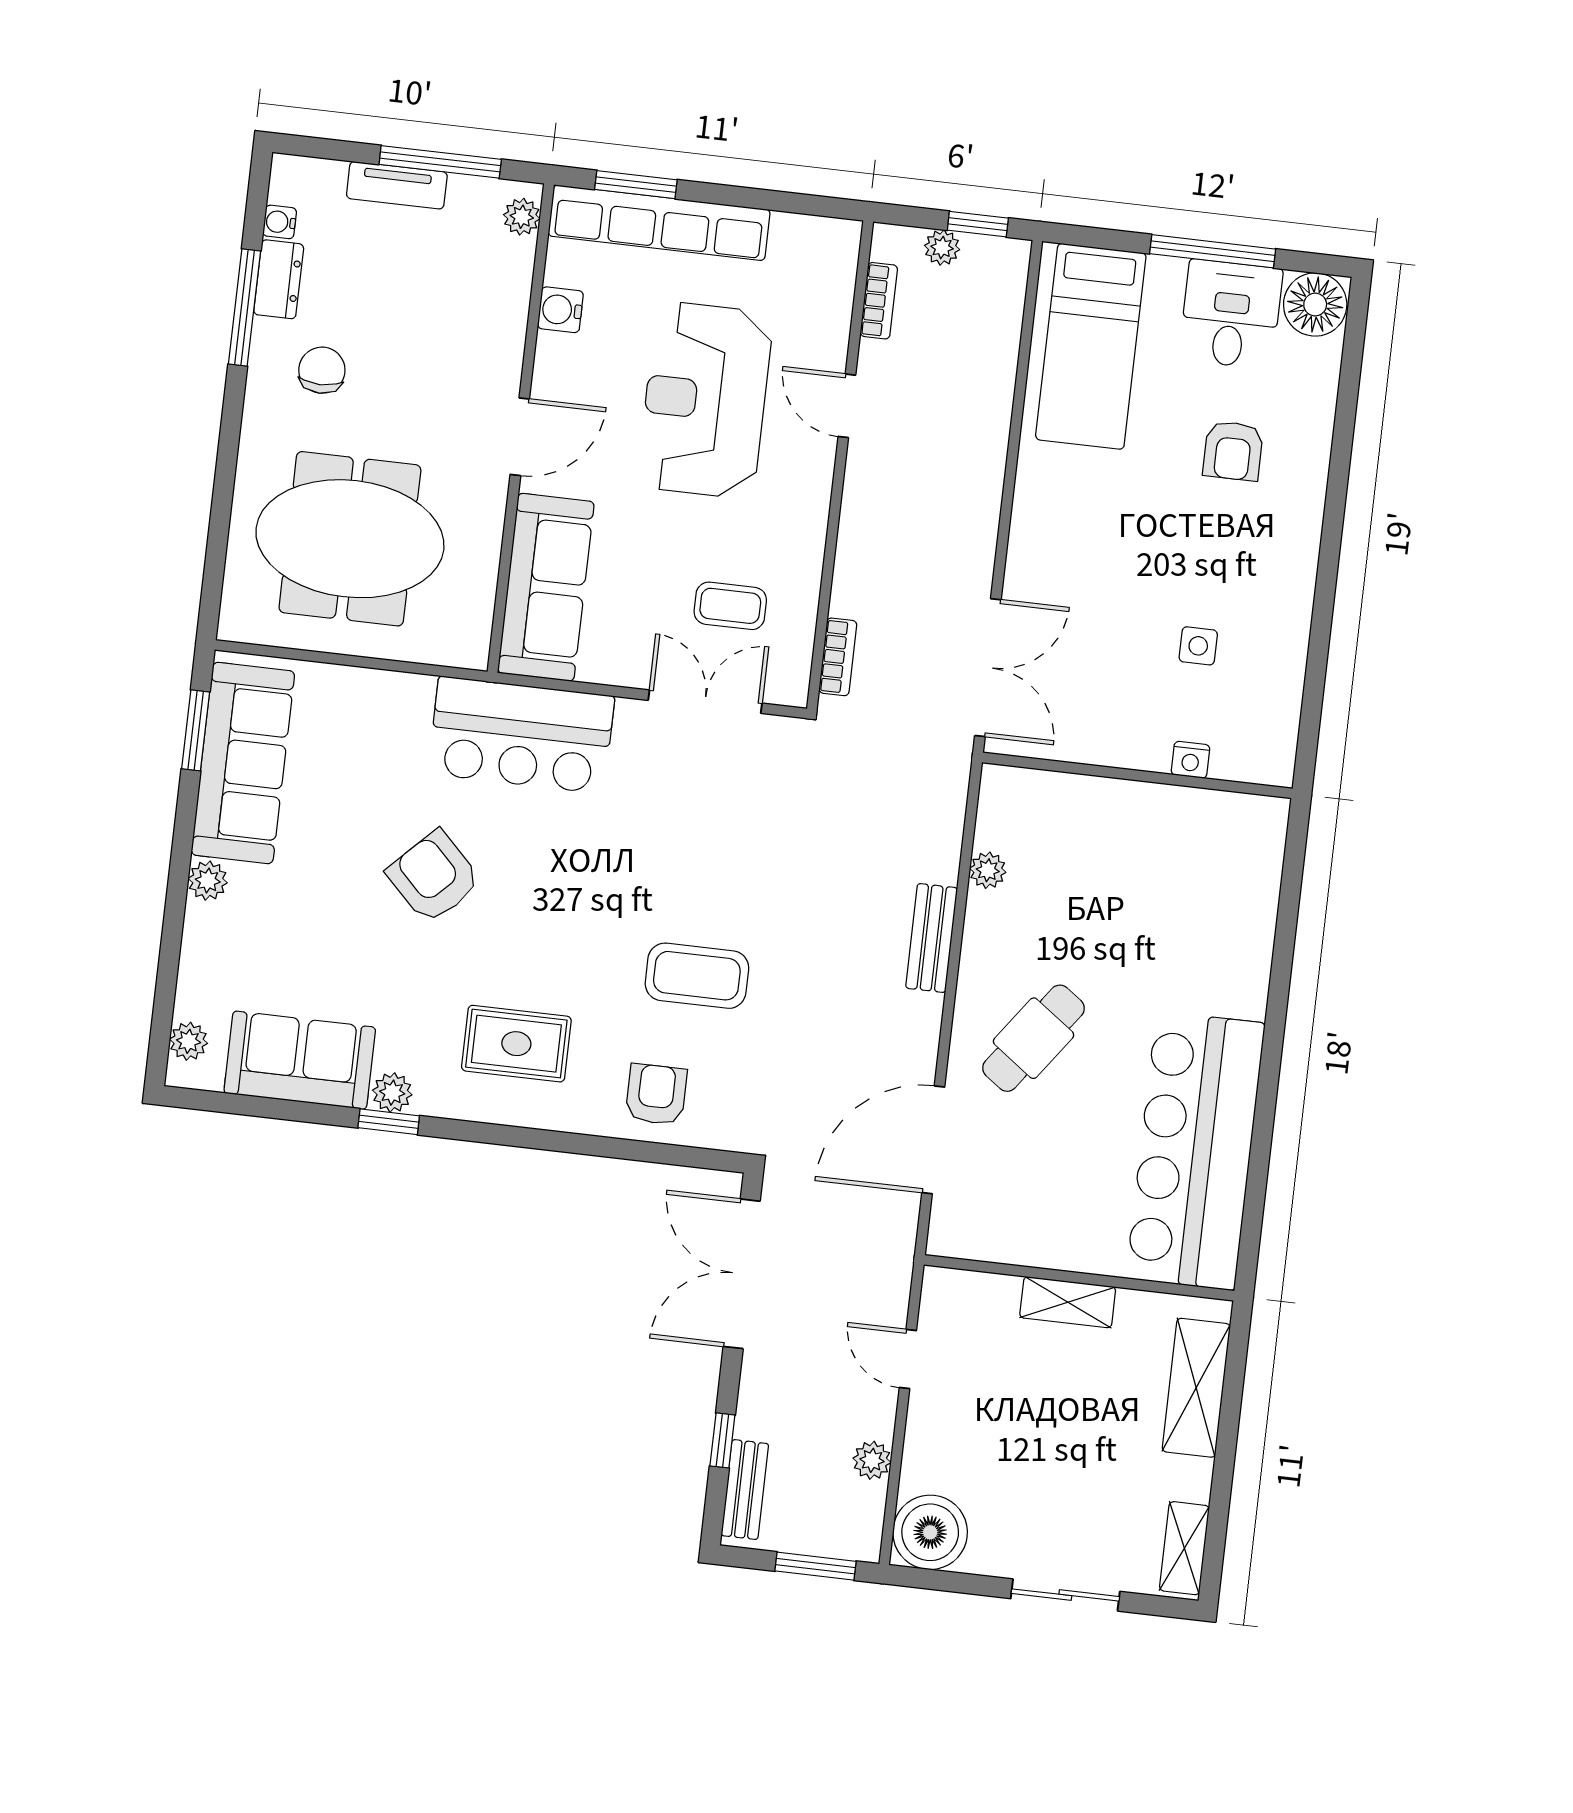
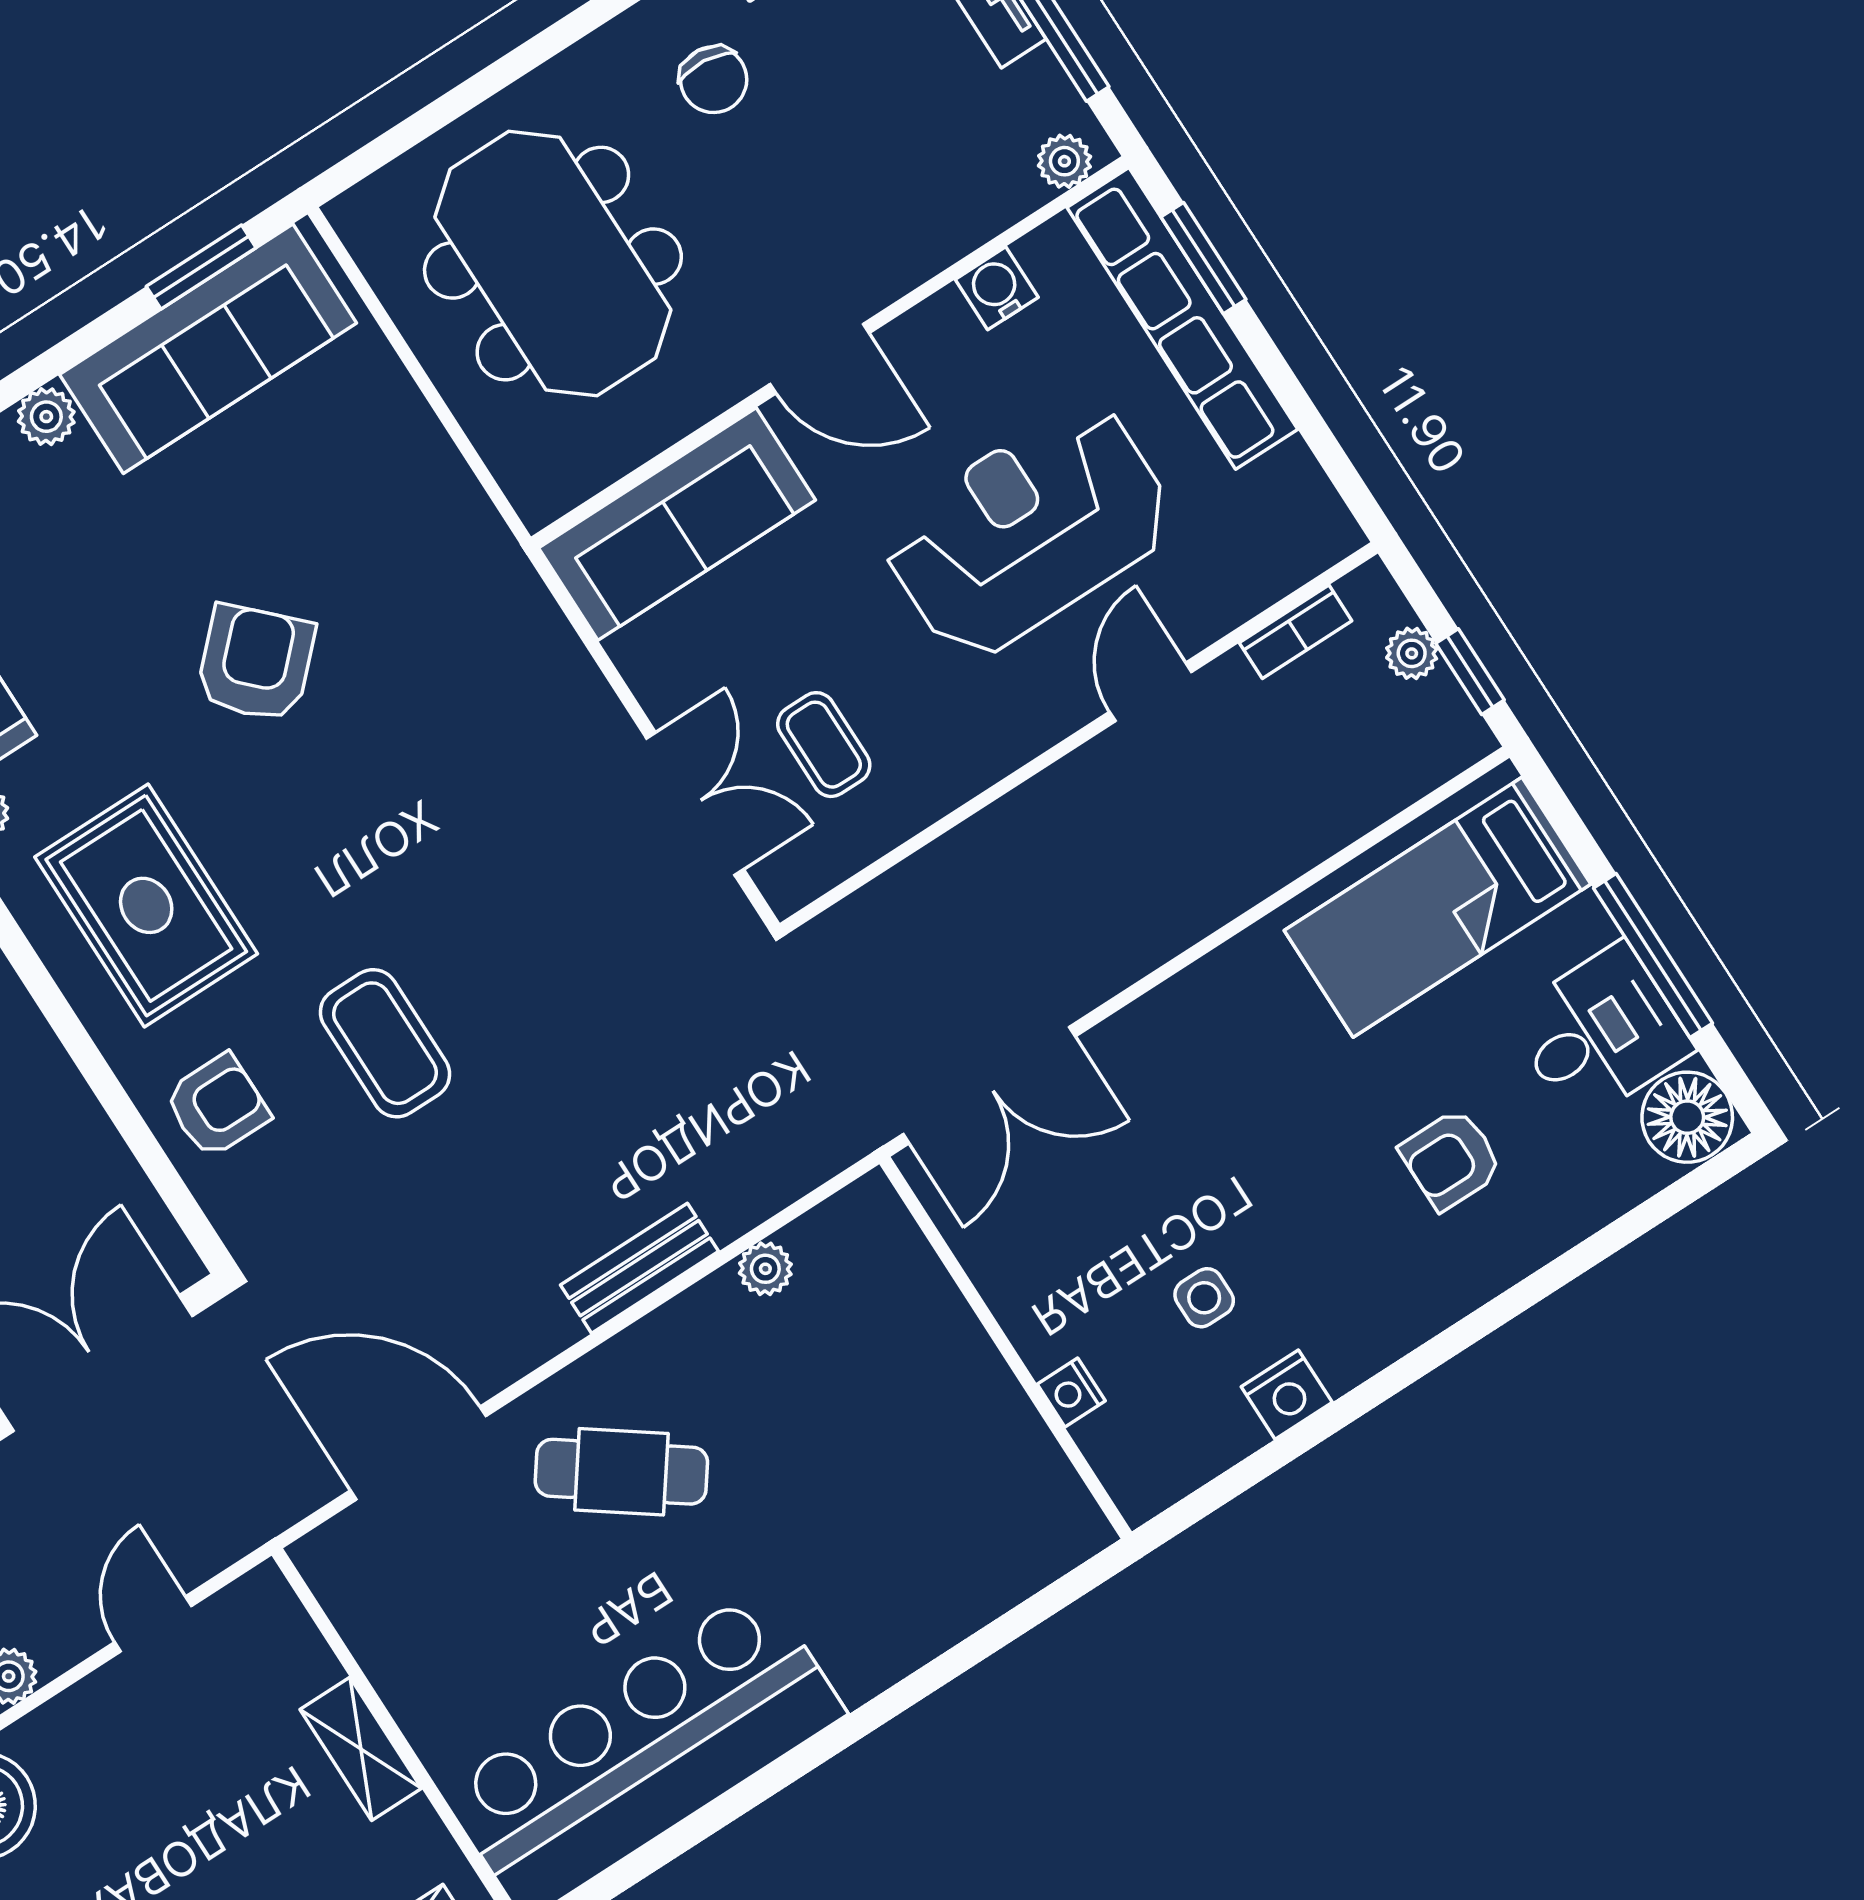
chair: (322, 370) -> (714, 80), turned 95
nightstand: (1287, 644) -> (1287, 1395), added
bookcase: (838, 657) -> (865, 910), removed
bar counter: (521, 735) -> (492, 631), removed
rug: (516, 1044) -> (146, 905), width x1.36, depth x1.43

